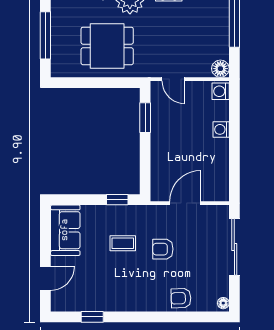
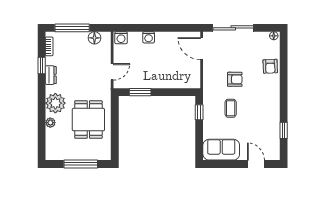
floor lamp: (220, 69) -> (94, 38), moved
door: (185, 203) -> (202, 49), moved
armchair: (163, 249) -> (235, 79), turned -90

